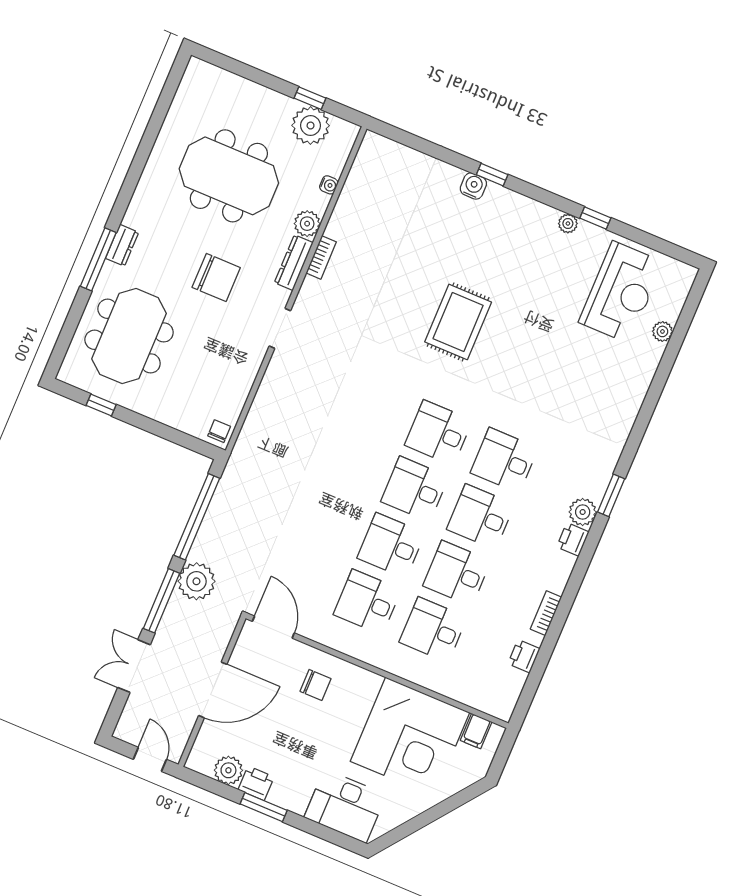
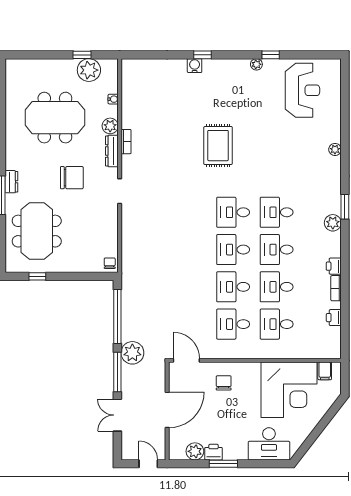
plant: (662, 331) -> (335, 149), moved
printer: (573, 539) -> (334, 266), moved
chair: (315, 685) -> (224, 383), turned -90

